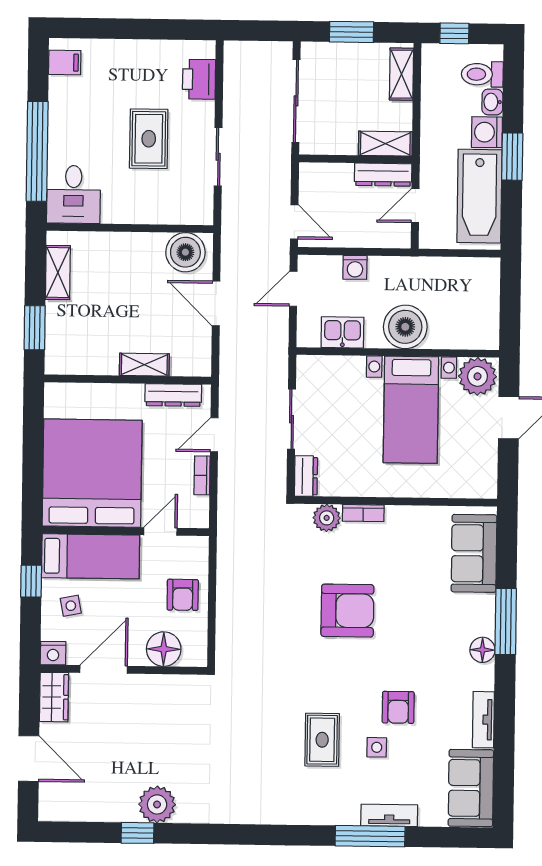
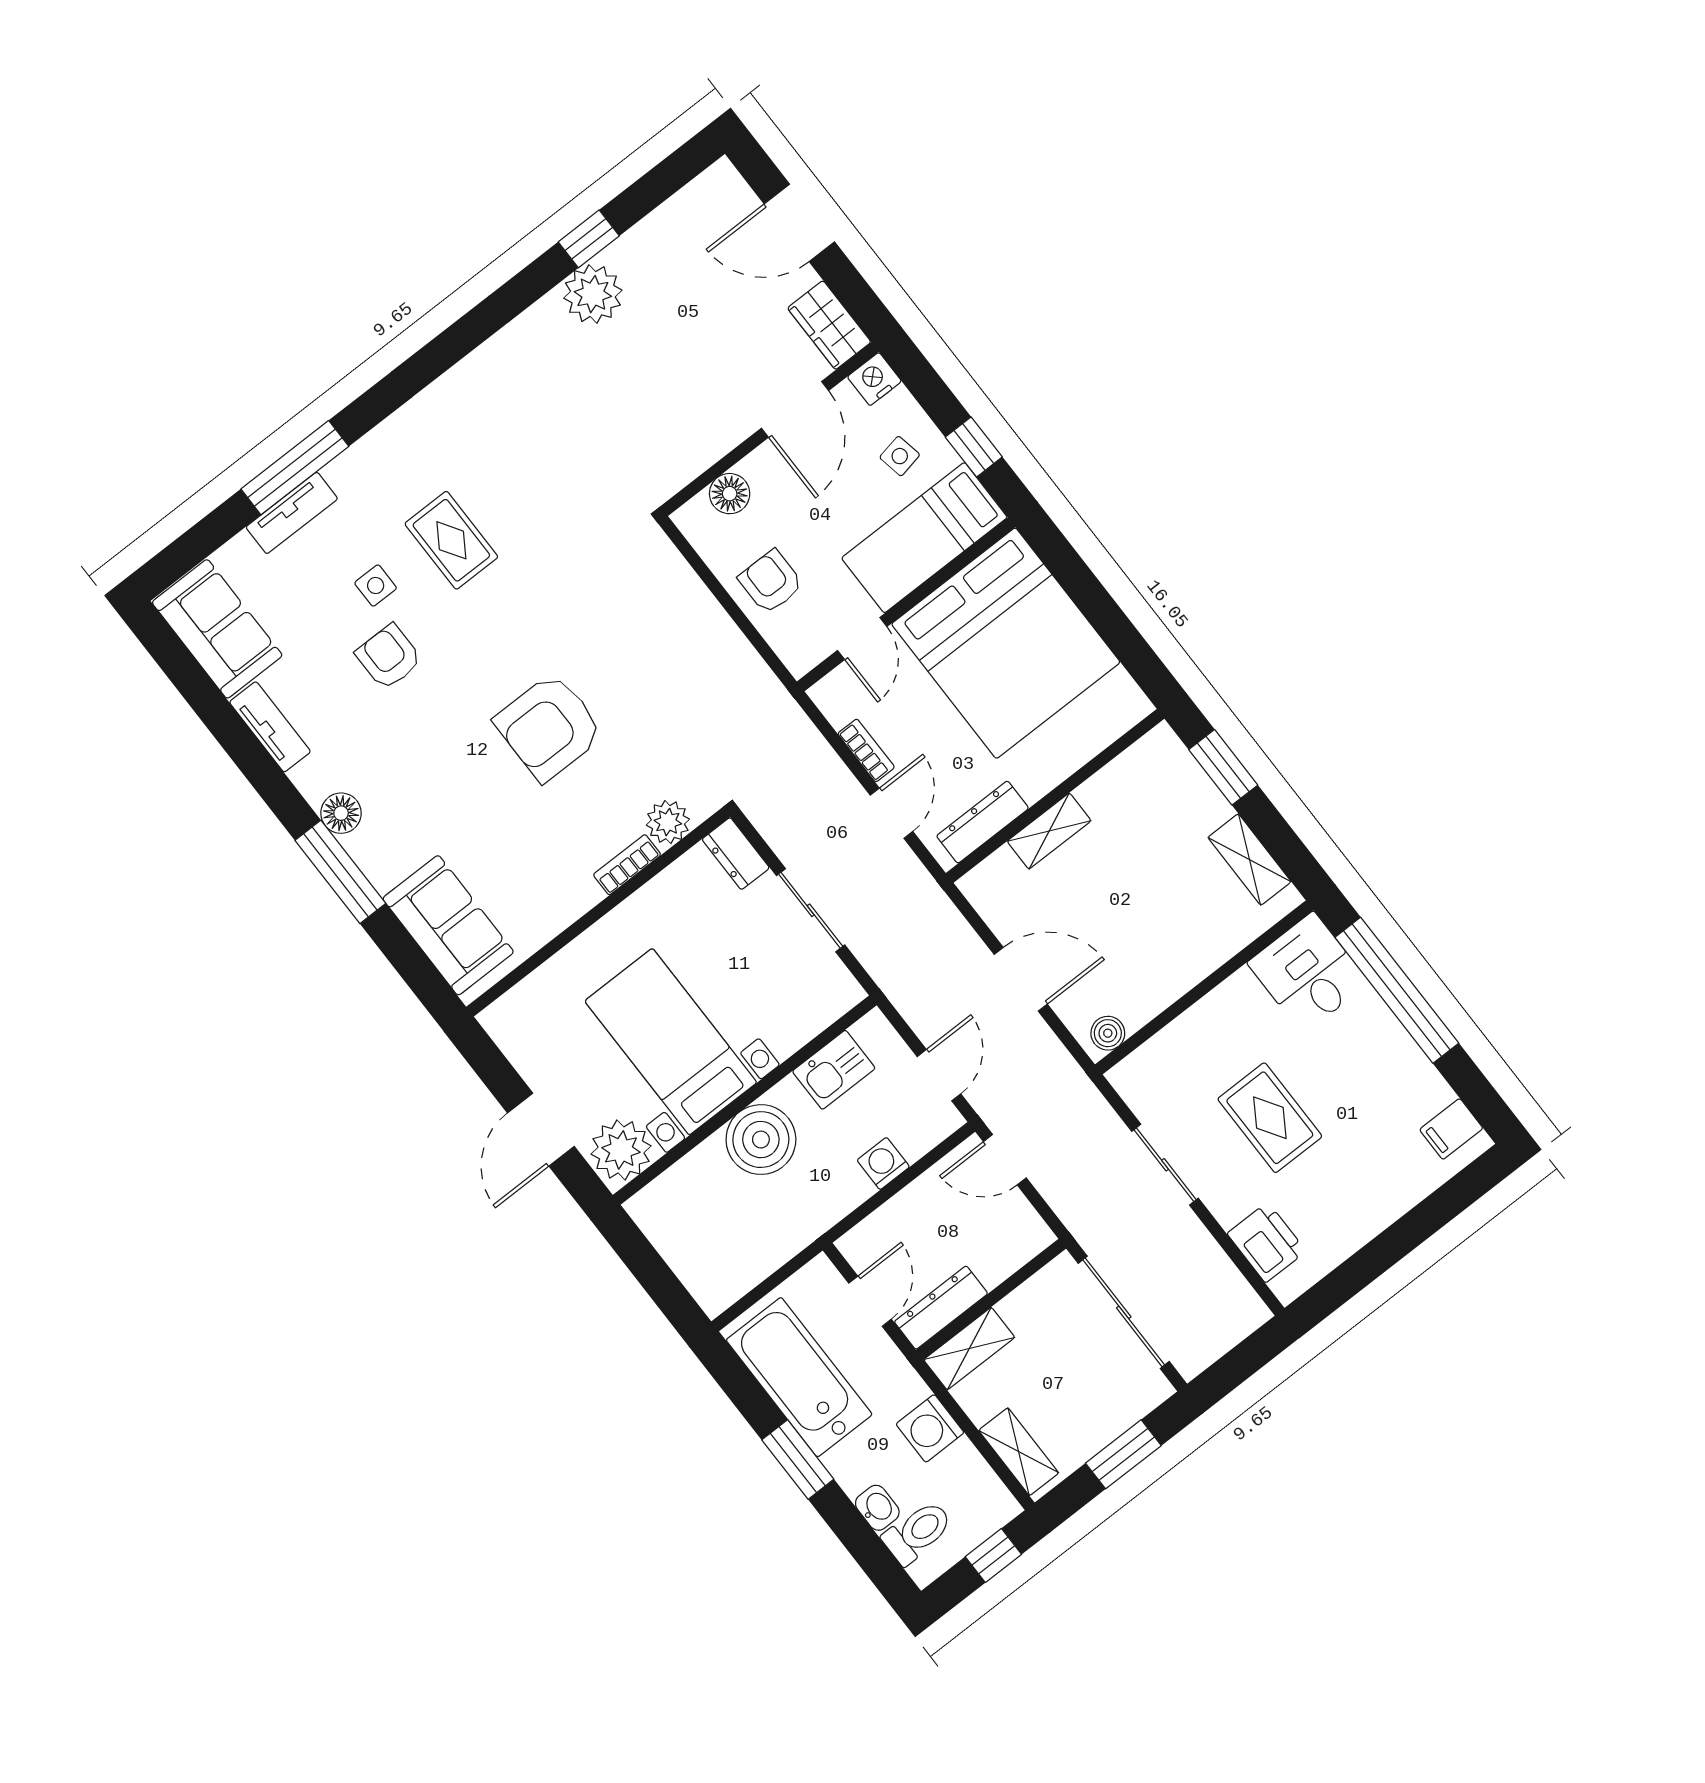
washing machine: (487, 132) -> (930, 1428), moved, turned 180
boiler: (185, 252) -> (1108, 1033), width x0.54, depth x0.54
floor lamp: (164, 649) -> (730, 494), width x0.73, depth x0.73

